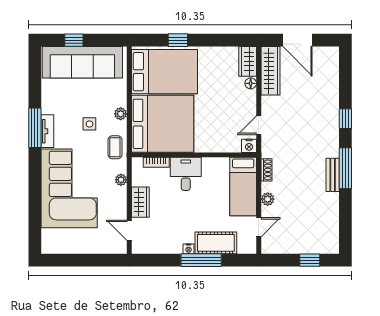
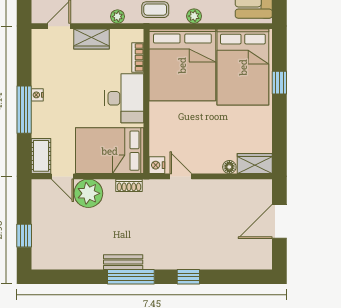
wardrobe: (270, 71) -> (244, 190), removed
desk: (186, 174) -> (124, 98), width x1.37
bed: (243, 187) -> (110, 151), width x1.50
plant: (268, 199) -> (88, 193), width x1.88, depth x1.88
cot: (216, 243) -> (41, 156), moved, width x0.73, depth x0.75

